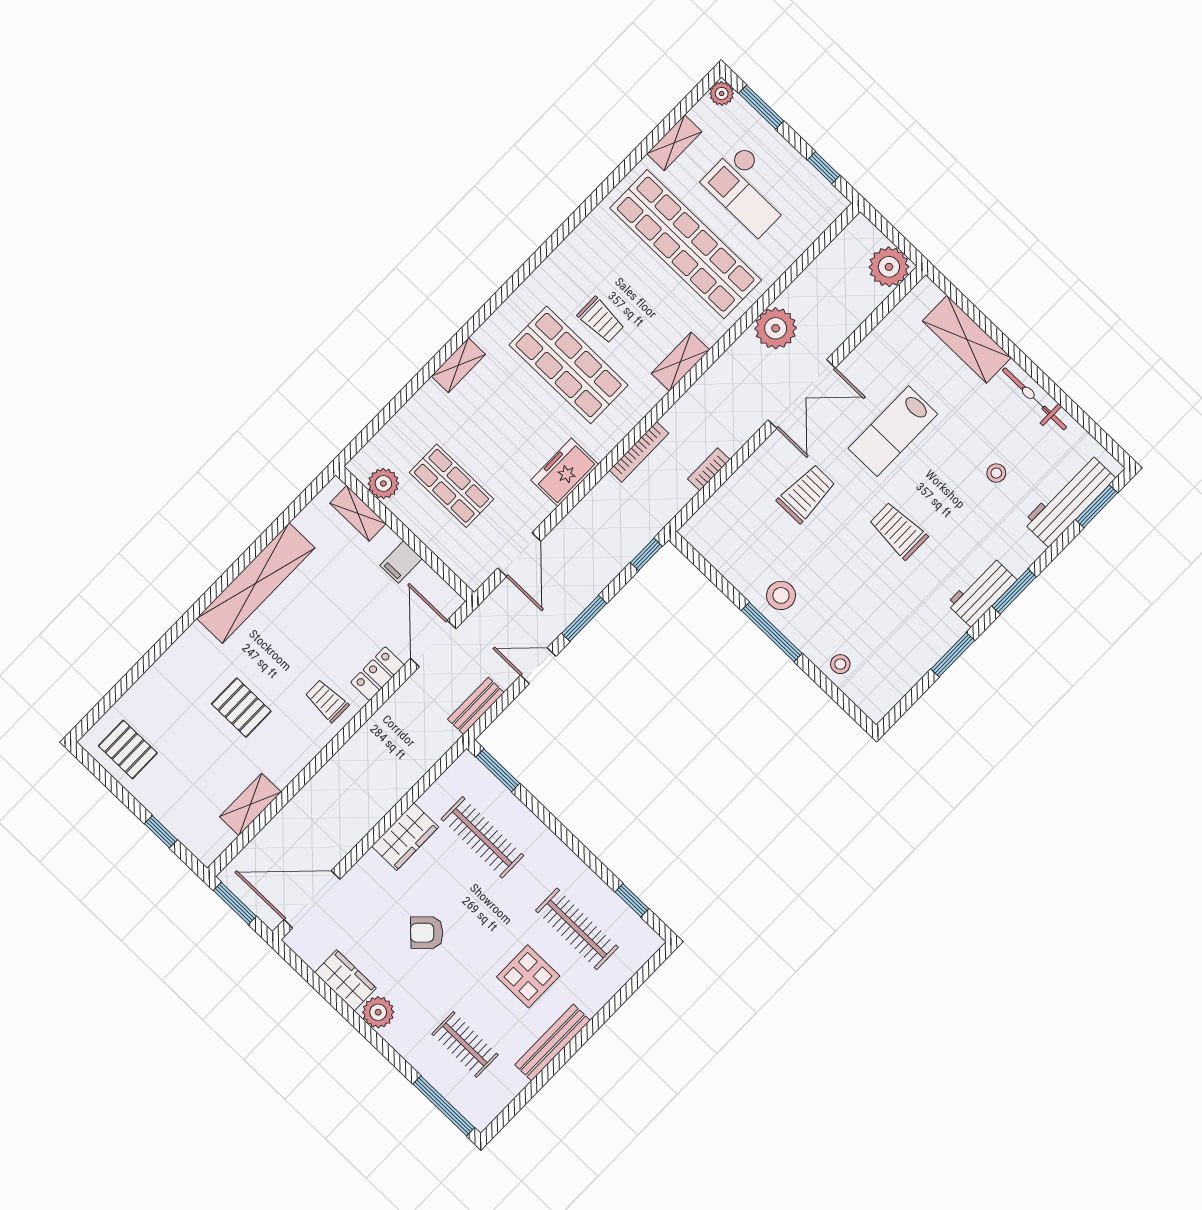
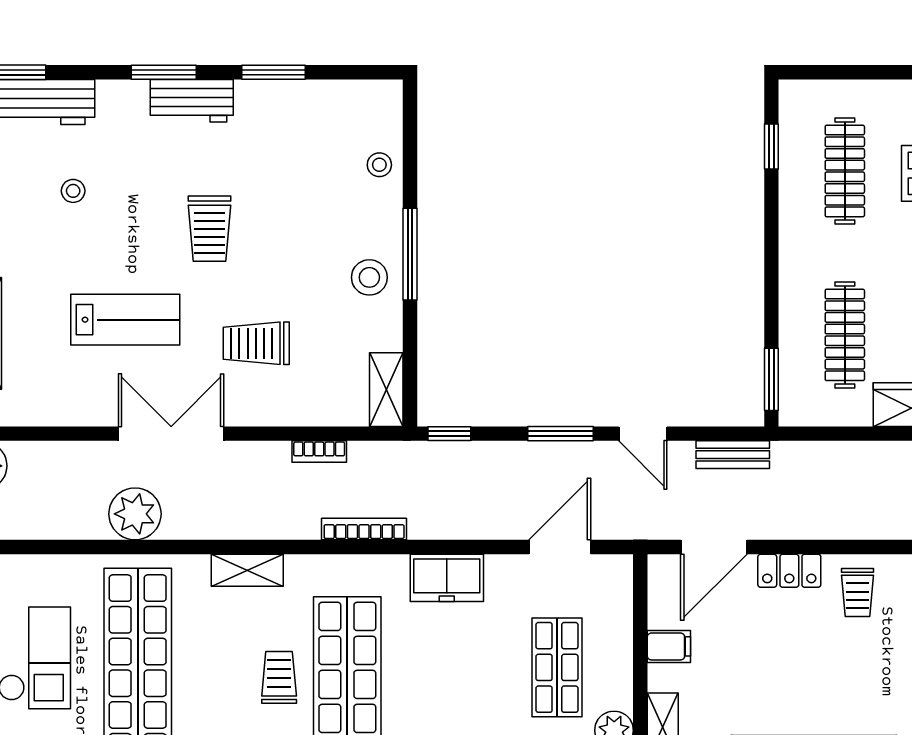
shelving: (707, 543) -> (386, 390), added

